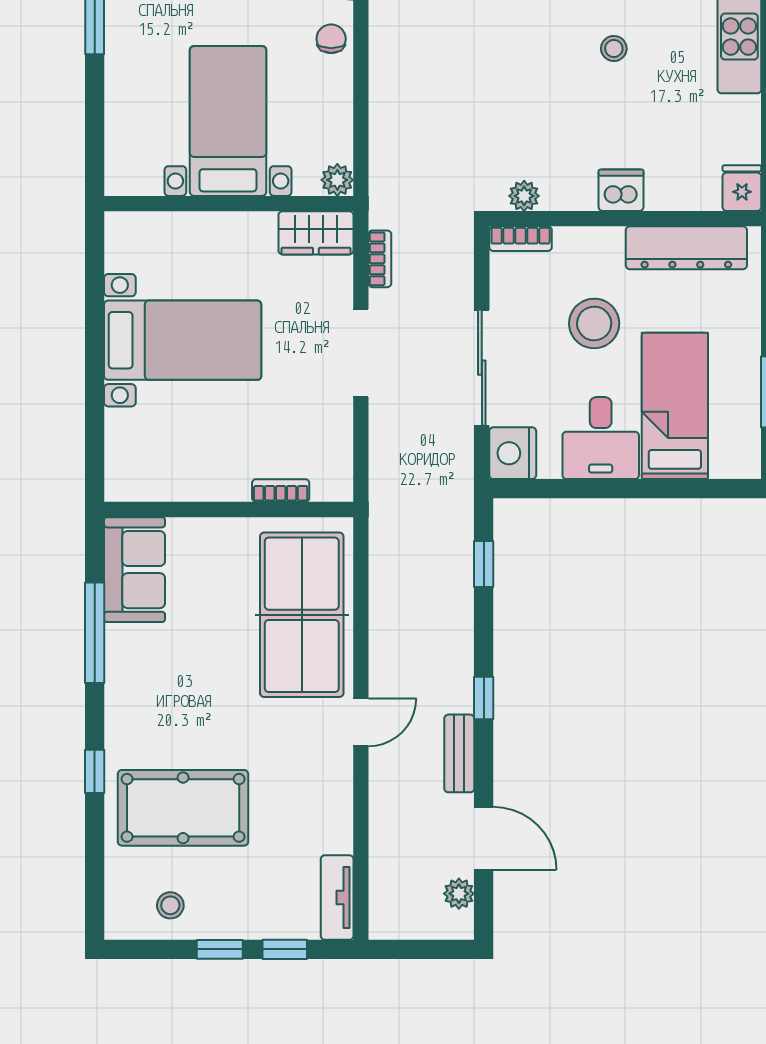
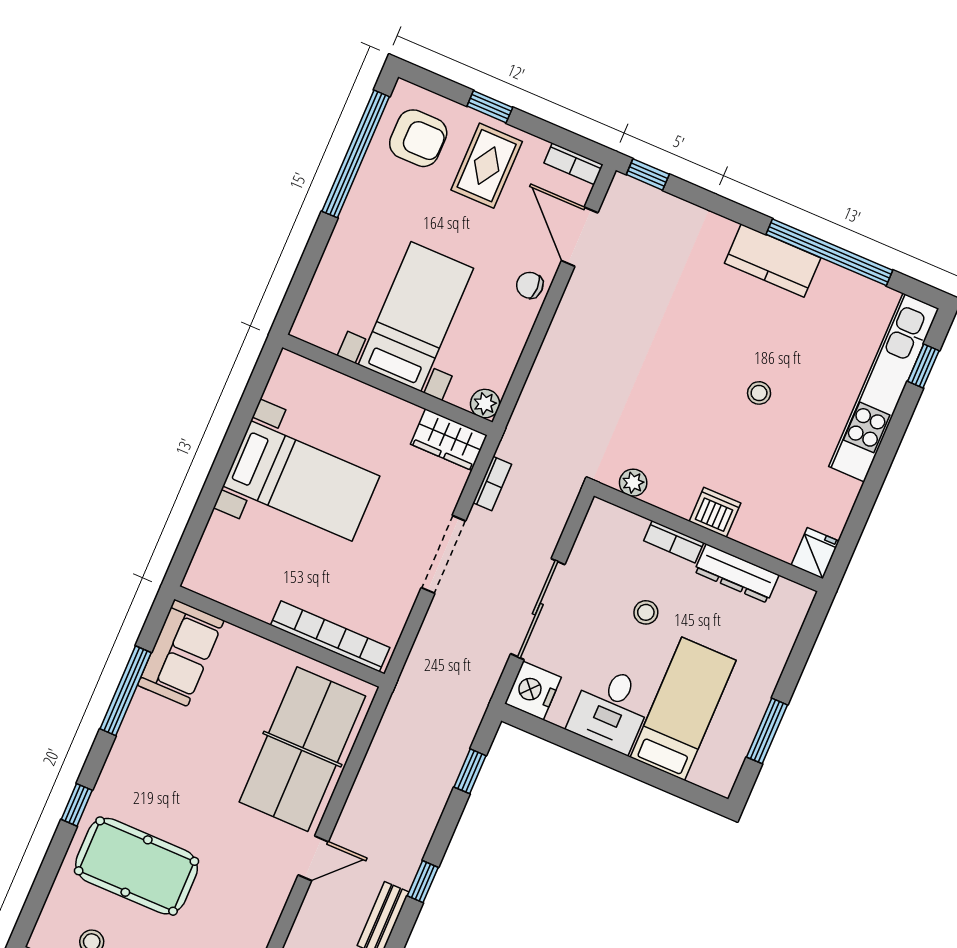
chair: (331, 39) -> (530, 285), turned -90
bookcase: (521, 239) -> (674, 542), moved
dresser: (686, 248) -> (737, 573), width x0.73, depth x0.80
stool: (594, 323) -> (646, 612), width x0.53, depth x0.53
bookcase: (281, 490) -> (330, 636), width x2.31, depth x1.31

